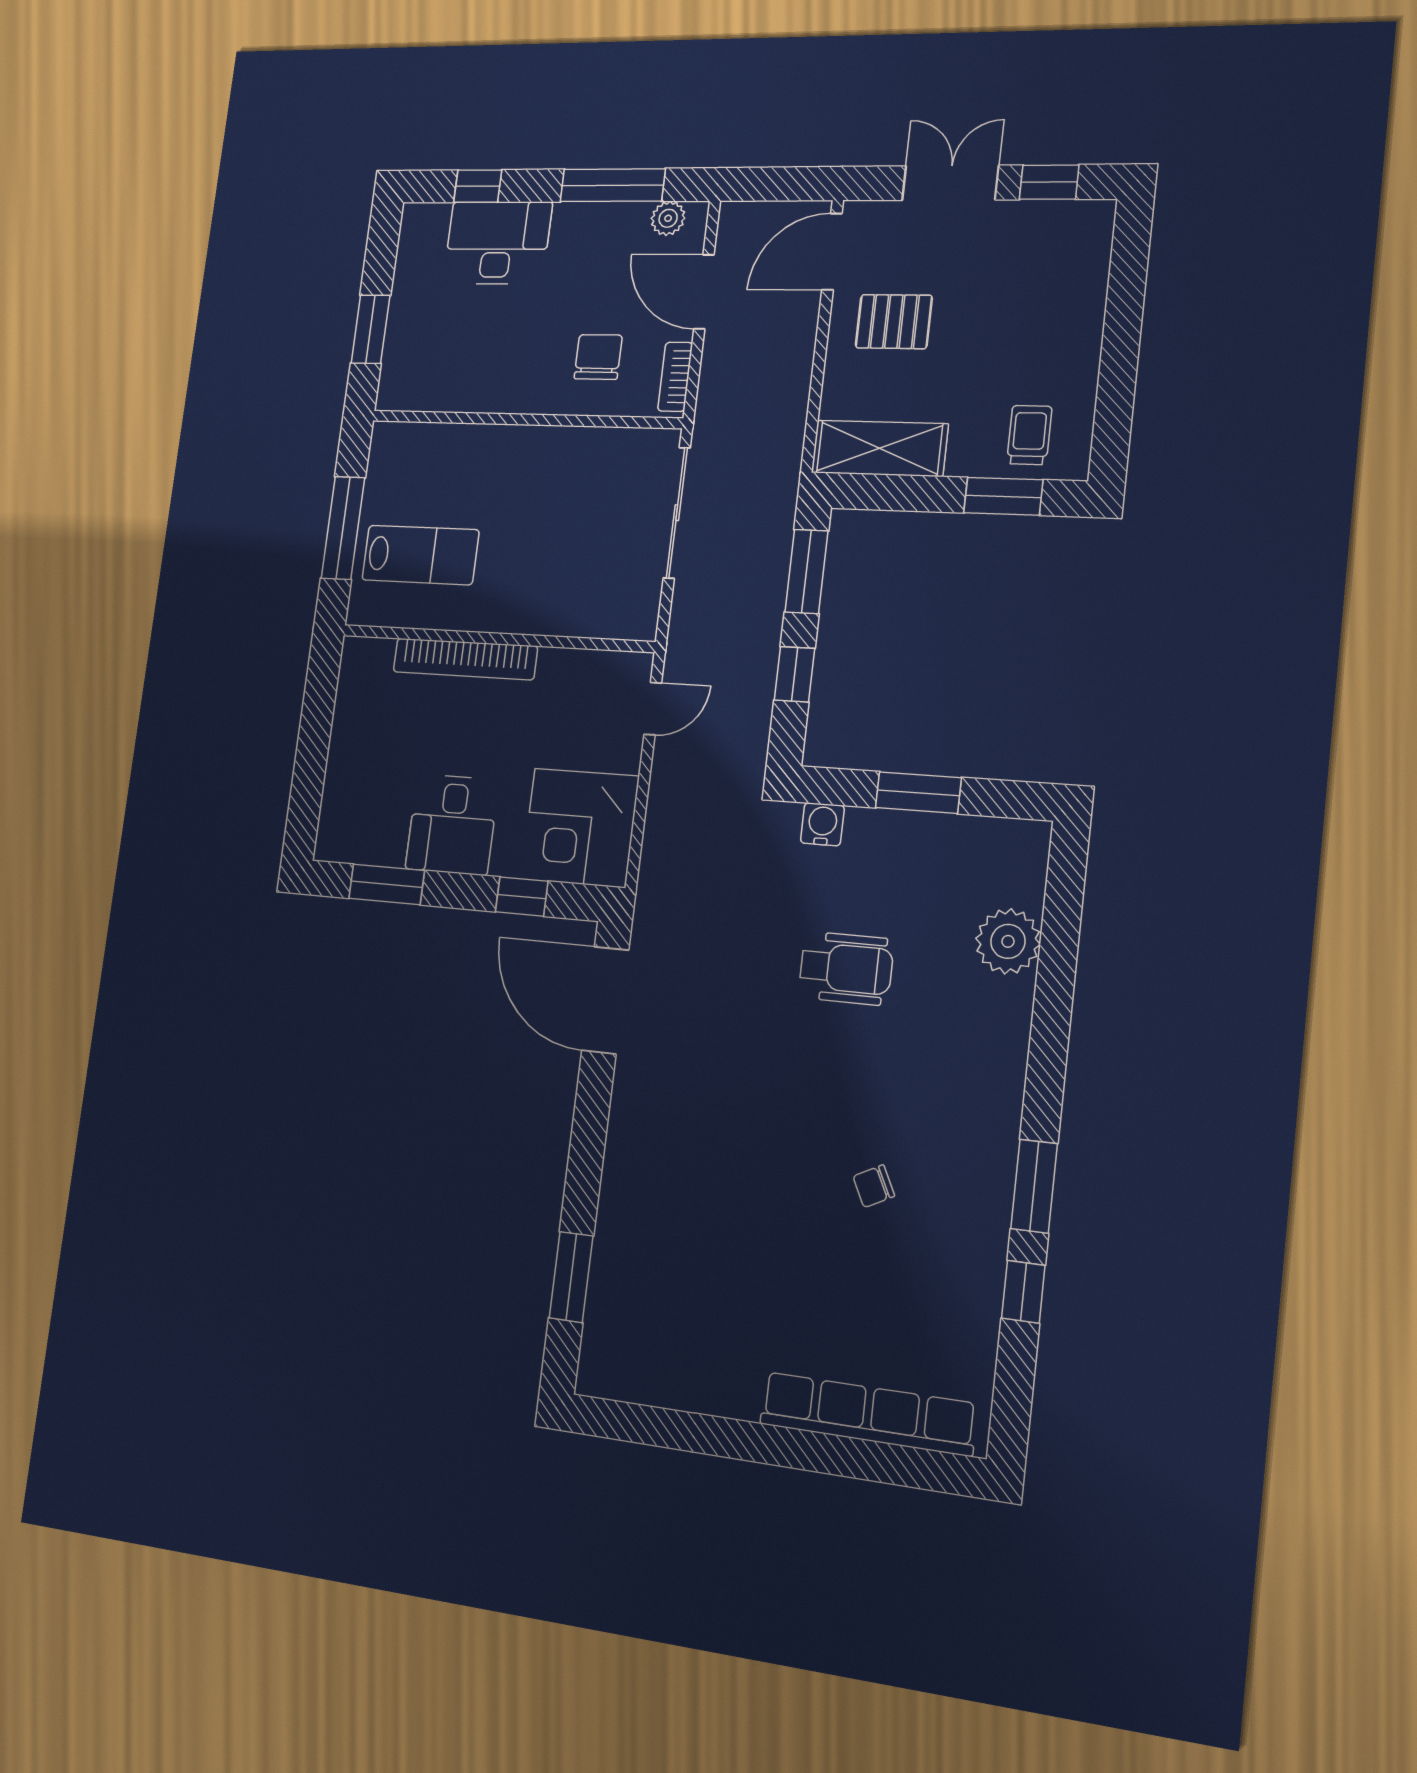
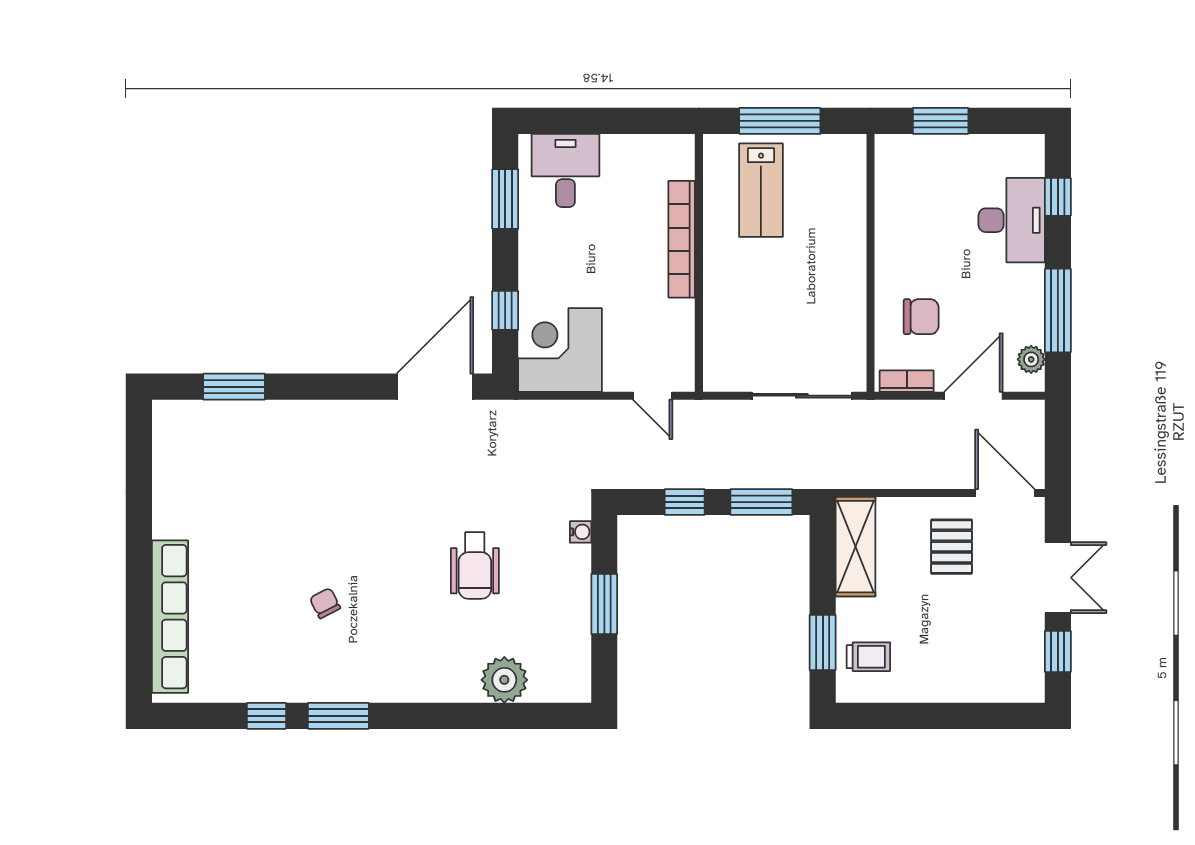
water cooler: (822, 824) -> (581, 532), width x0.72, depth x0.72
desk: (452, 825) -> (565, 170), moved, turned 90

